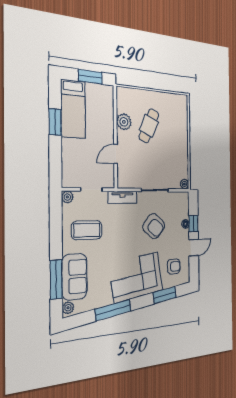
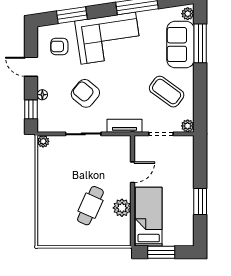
bed: (73, 109) -> (149, 217), moved
window: (193, 224) -> (31, 109), moved
coffee table: (87, 230) -> (167, 92), turned 36
door: (194, 248) -> (31, 67), hinge flipped

